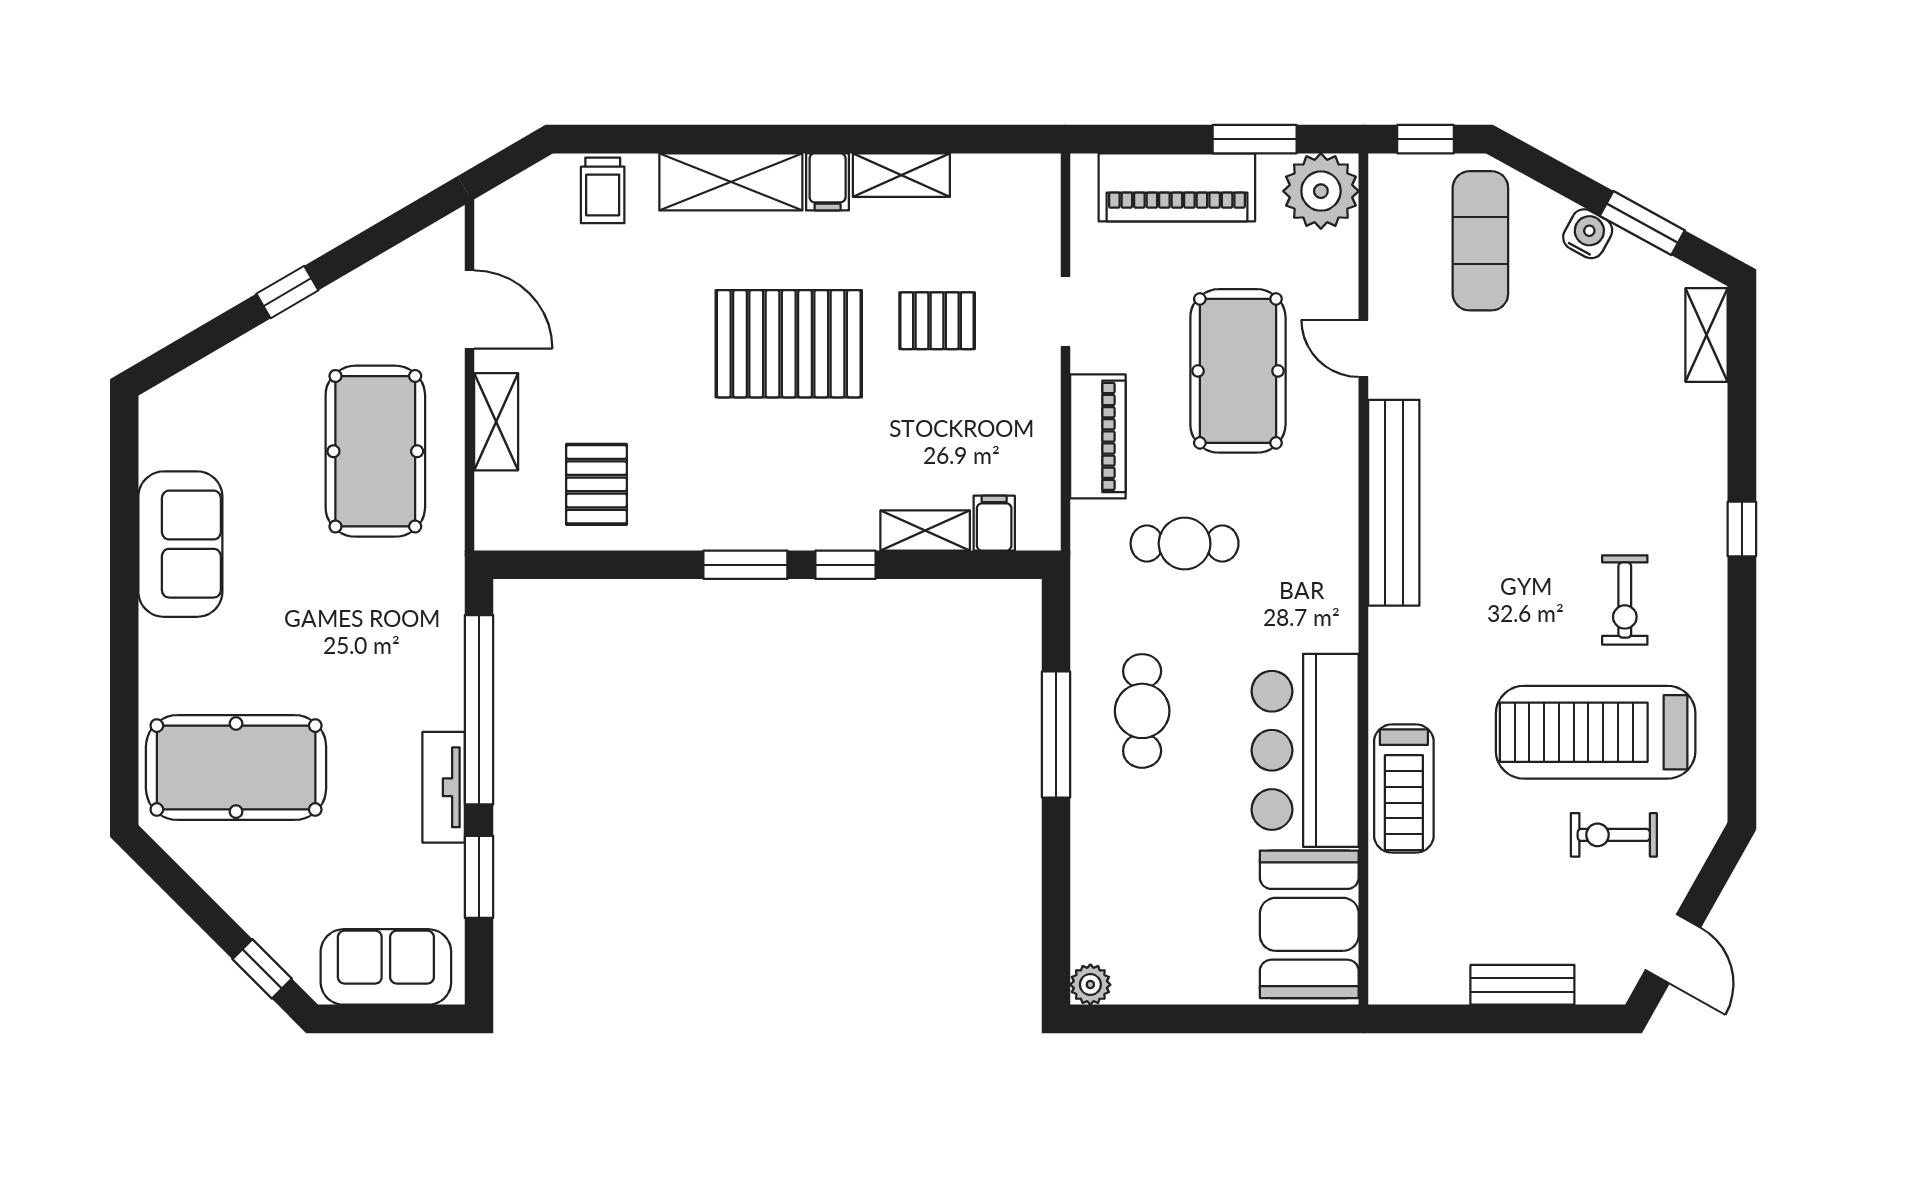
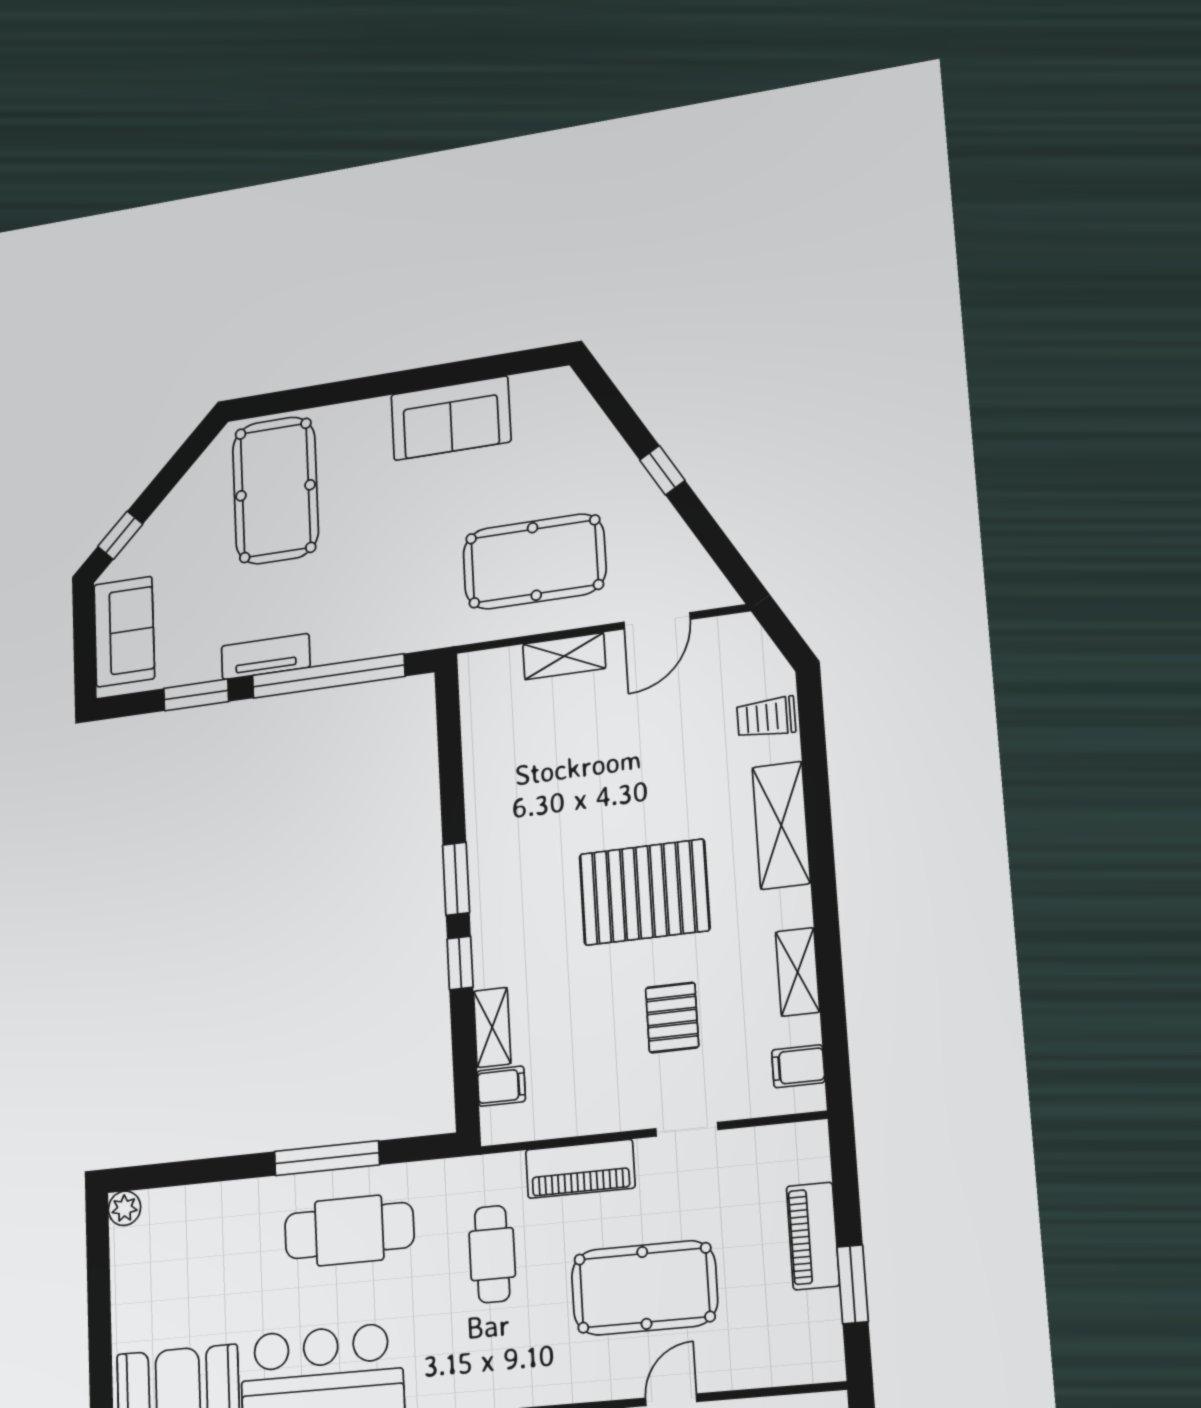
filing cabinet: (828, 182) -> (798, 1066), moved
piano: (1177, 187) -> (813, 1236), width x0.73, depth x0.75
plant: (1321, 191) -> (810, 1349), removed
pallet: (789, 344) -> (644, 892), turned 90
pallet: (597, 484) -> (517, 746), removed
cafe table: (1142, 711) -> (349, 1231), width x1.37, depth x1.35

